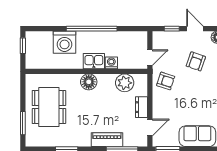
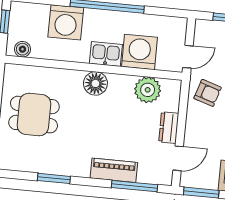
boiler: (37, 63) -> (22, 49), added
washing machine: (111, 63) -> (139, 52), width x1.89, depth x1.89
dining table: (49, 107) -> (34, 115), width x0.73

